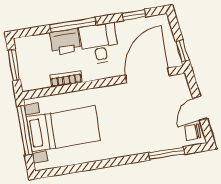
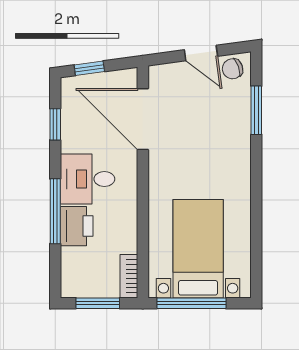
window: (182, 51) -> (89, 68), moved
bookcase: (66, 79) -> (129, 276), moved
chair: (193, 132) -> (233, 69), turned 70

